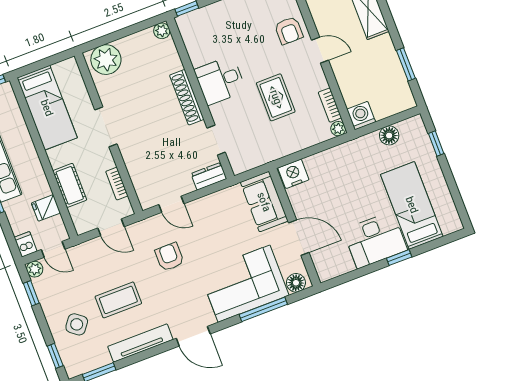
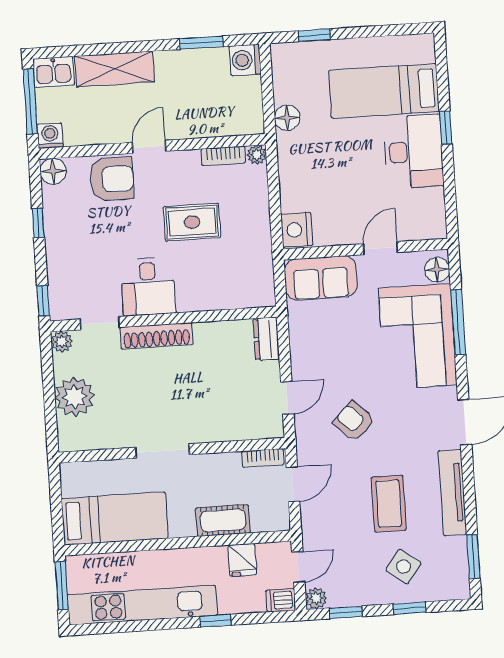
armchair: (289, 31) -> (112, 179), width x1.38, depth x1.38
plant: (106, 60) -> (75, 397), moved
washing machine: (361, 116) -> (245, 60), moved
floor lamp: (389, 135) -> (287, 118), moved
doorway: (216, 140) -> (100, 323), moved
bookcase: (117, 184) -> (263, 458), moved
door: (299, 238) -> (380, 248), width x0.73
armchair: (169, 257) -> (354, 421), turned 44
window: (55, 356) -> (410, 608), moved

